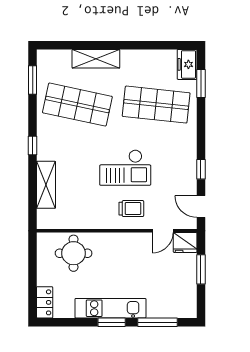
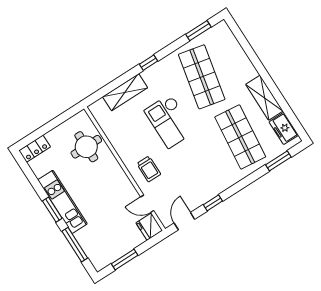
shelving: (96, 59) -> (264, 98), moved
freezer: (187, 64) -> (284, 128), moved, turned -90
checkout: (125, 168) -> (170, 121), moved
window: (201, 269) -> (125, 259), moved

